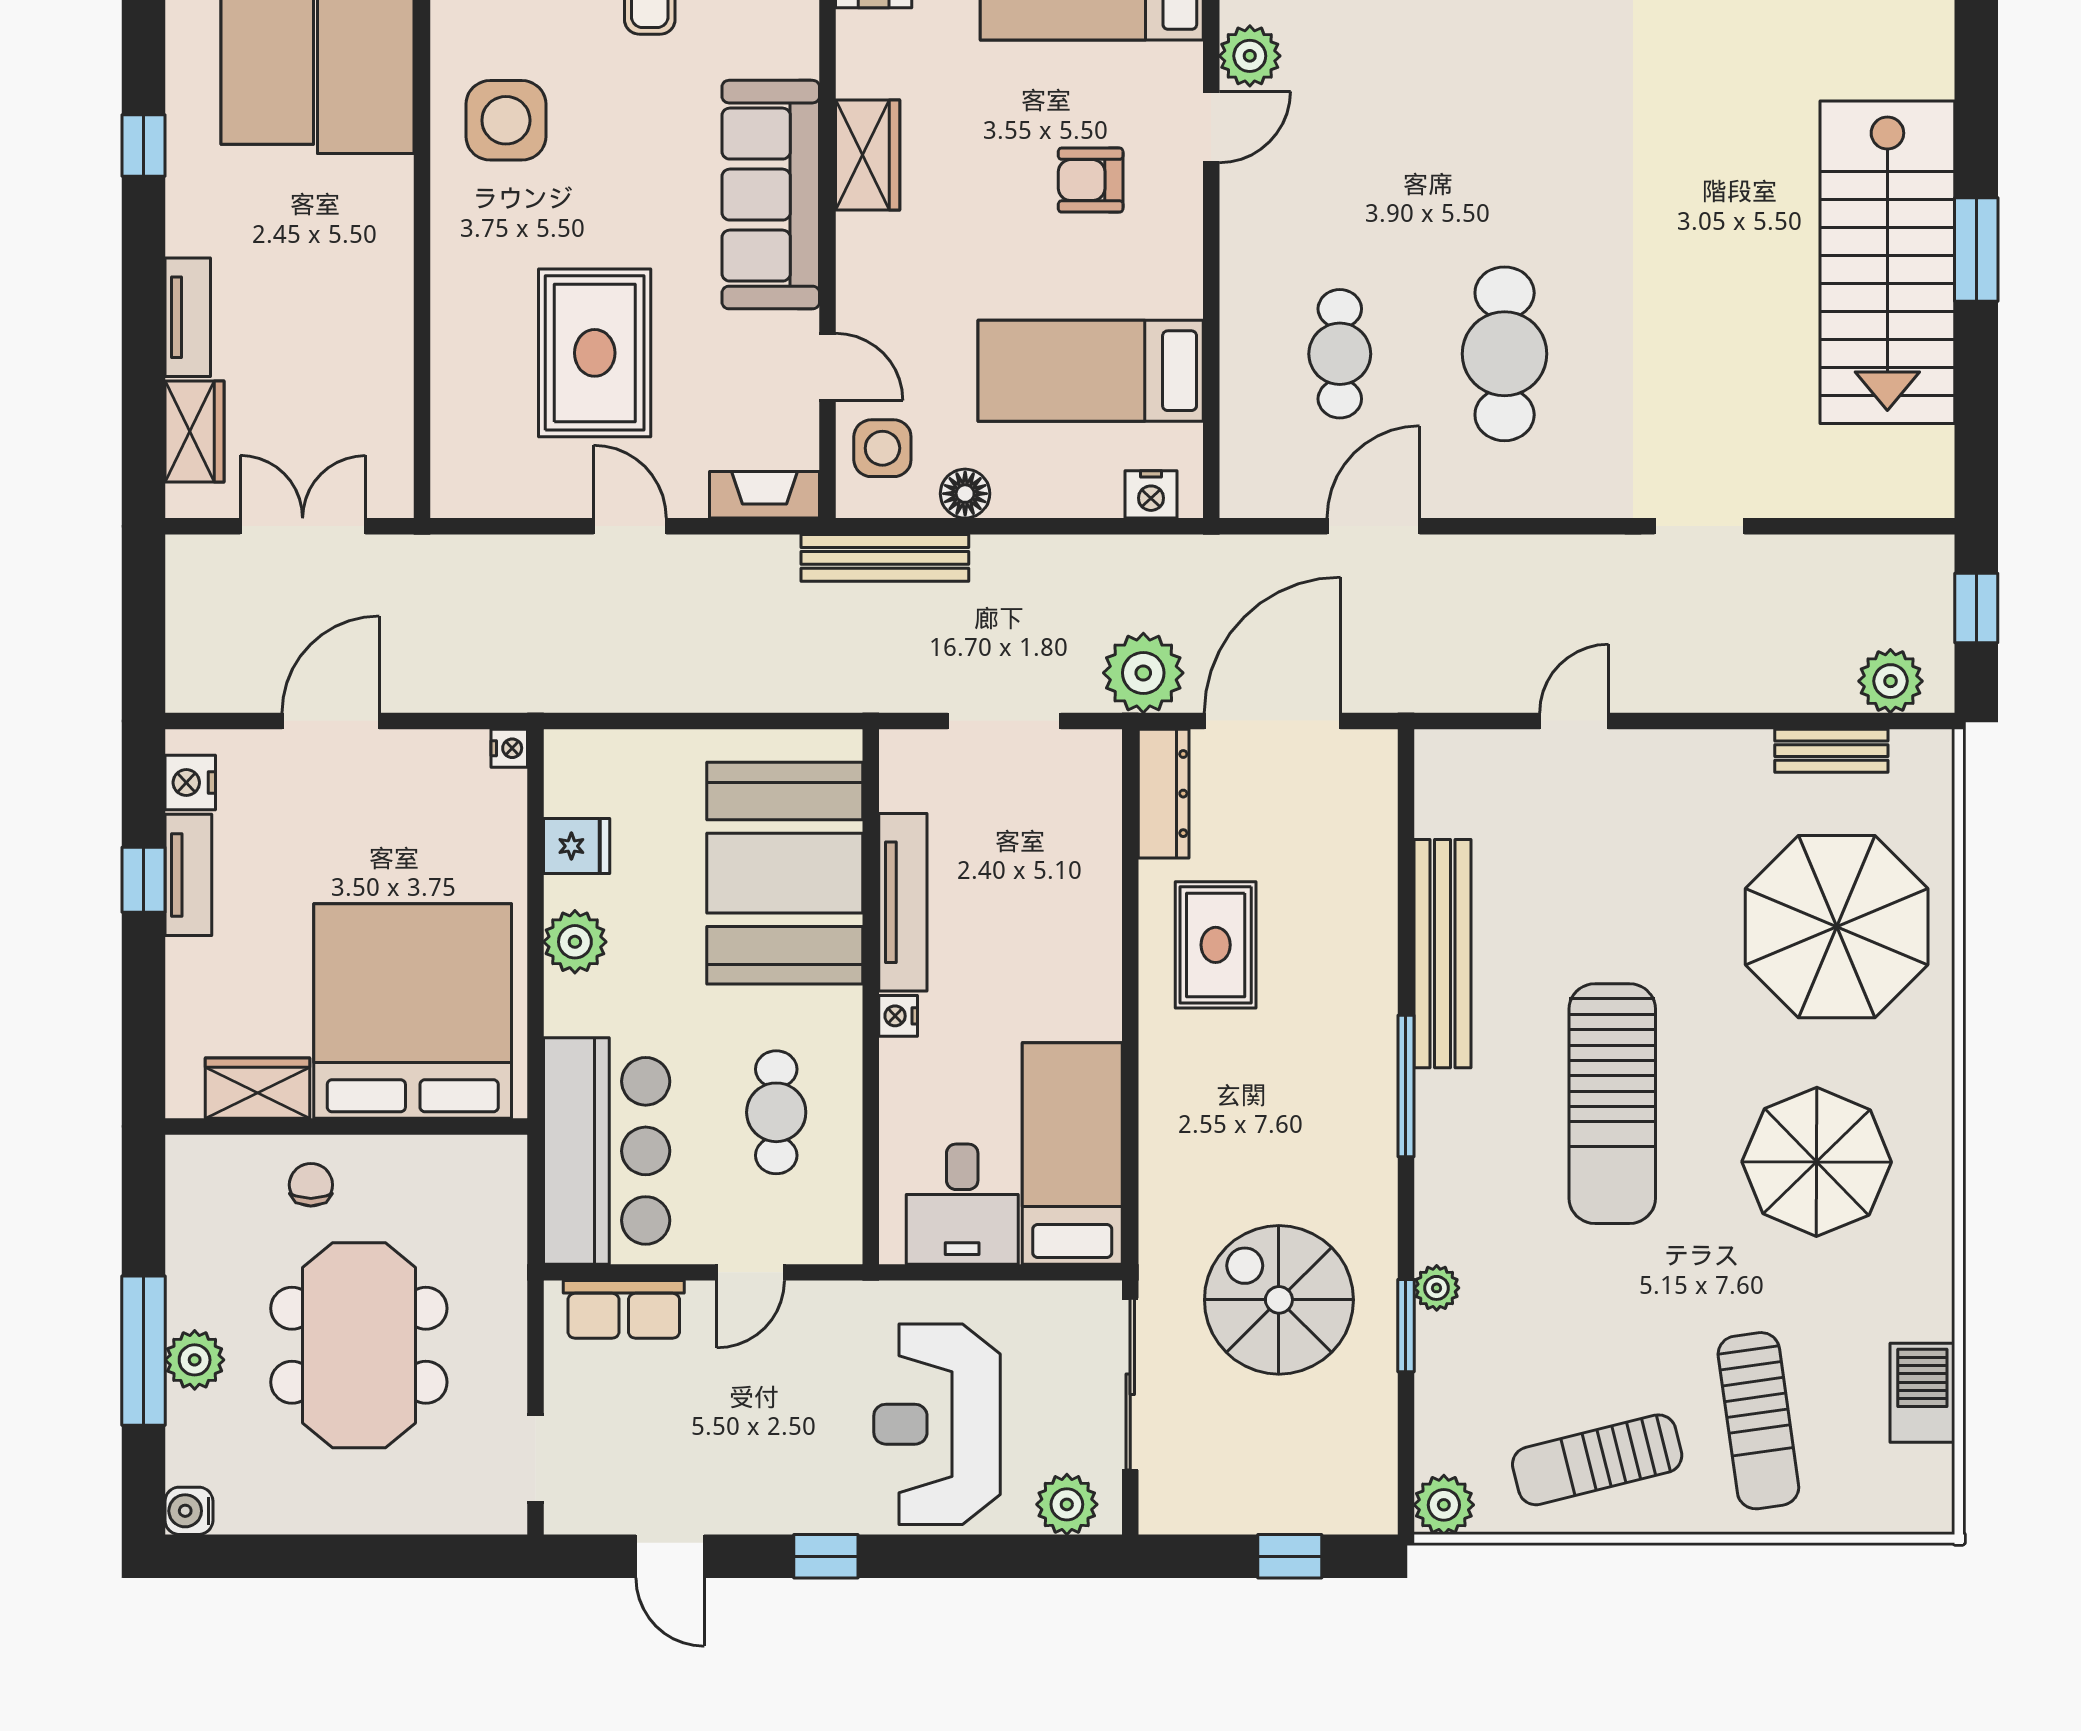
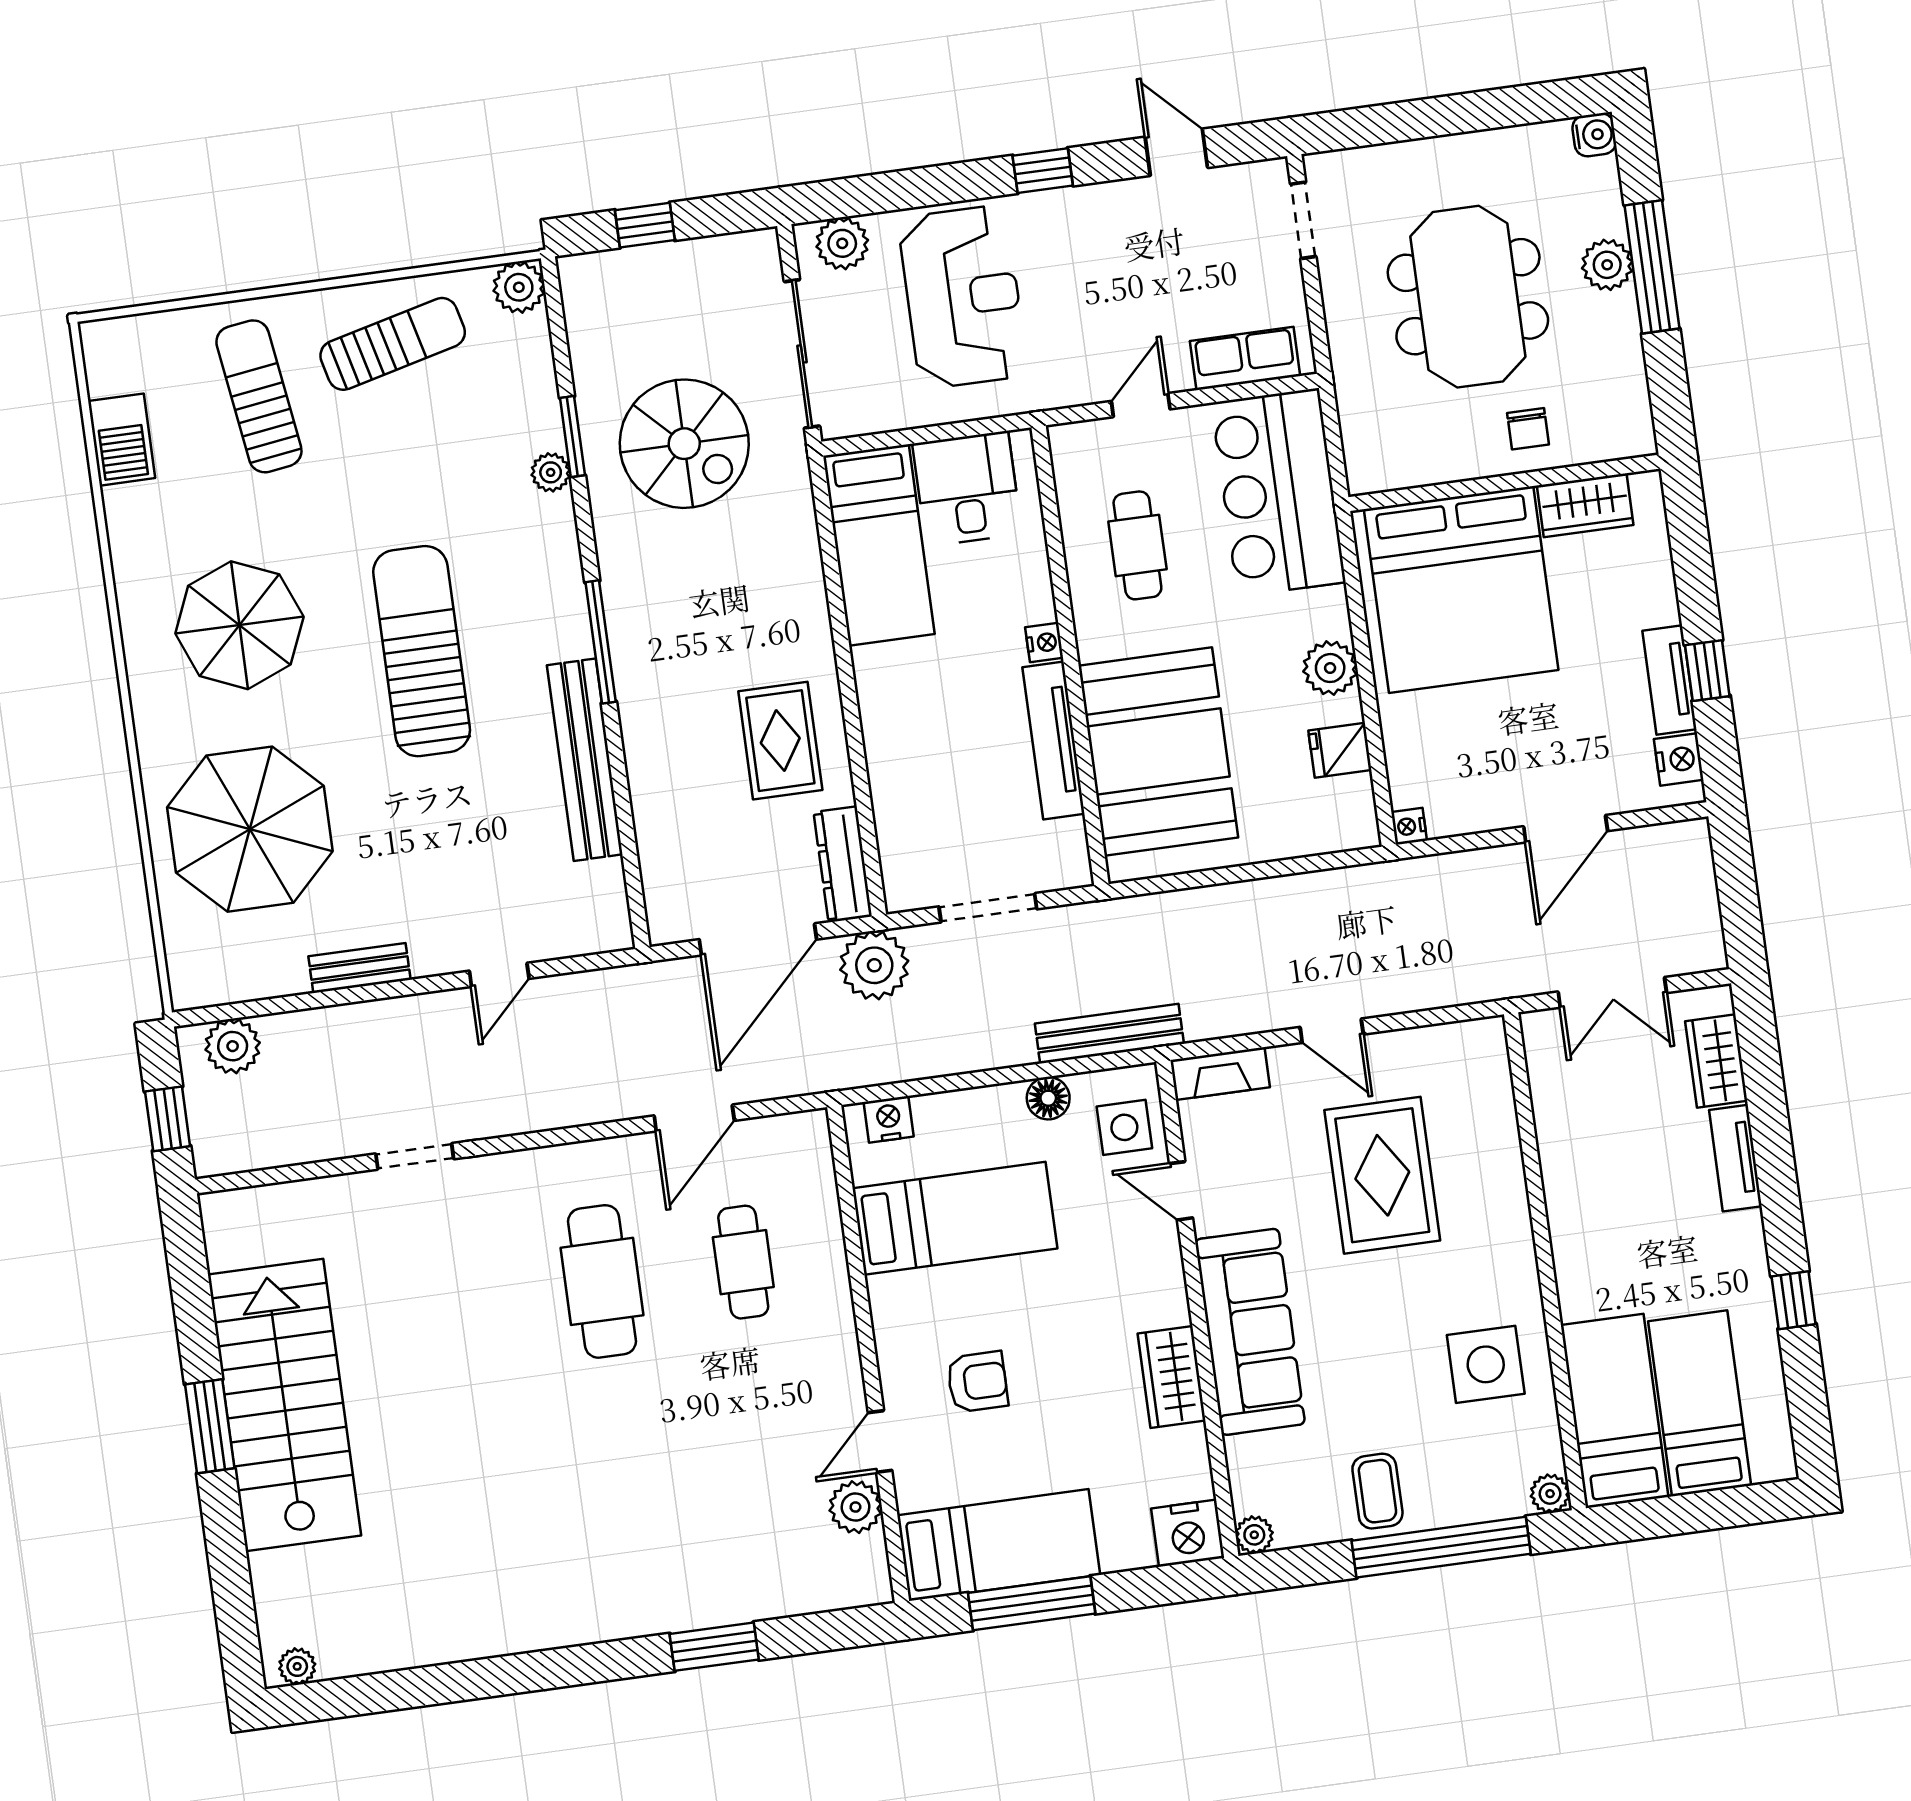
bench: (1831, 751) -> (359, 968), moved

